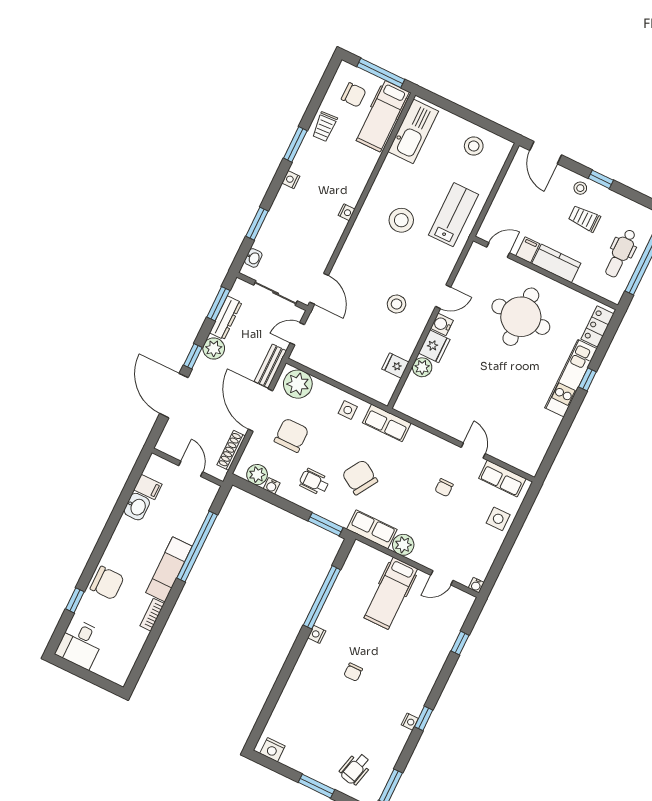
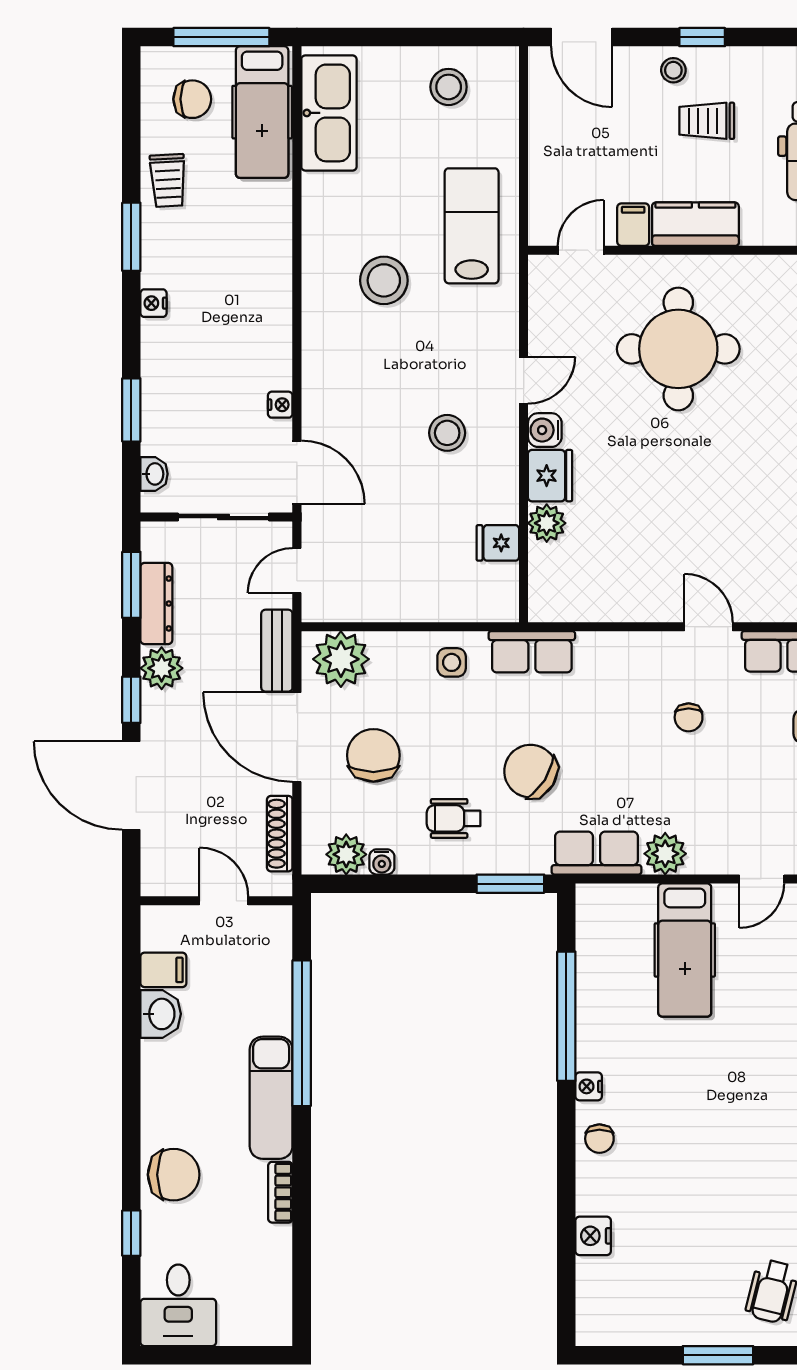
nightstand: (347, 212) -> (280, 405), moved
chair: (353, 672) -> (599, 1139), moved
nightstand: (272, 750) -> (593, 1236), moved, turned 90

